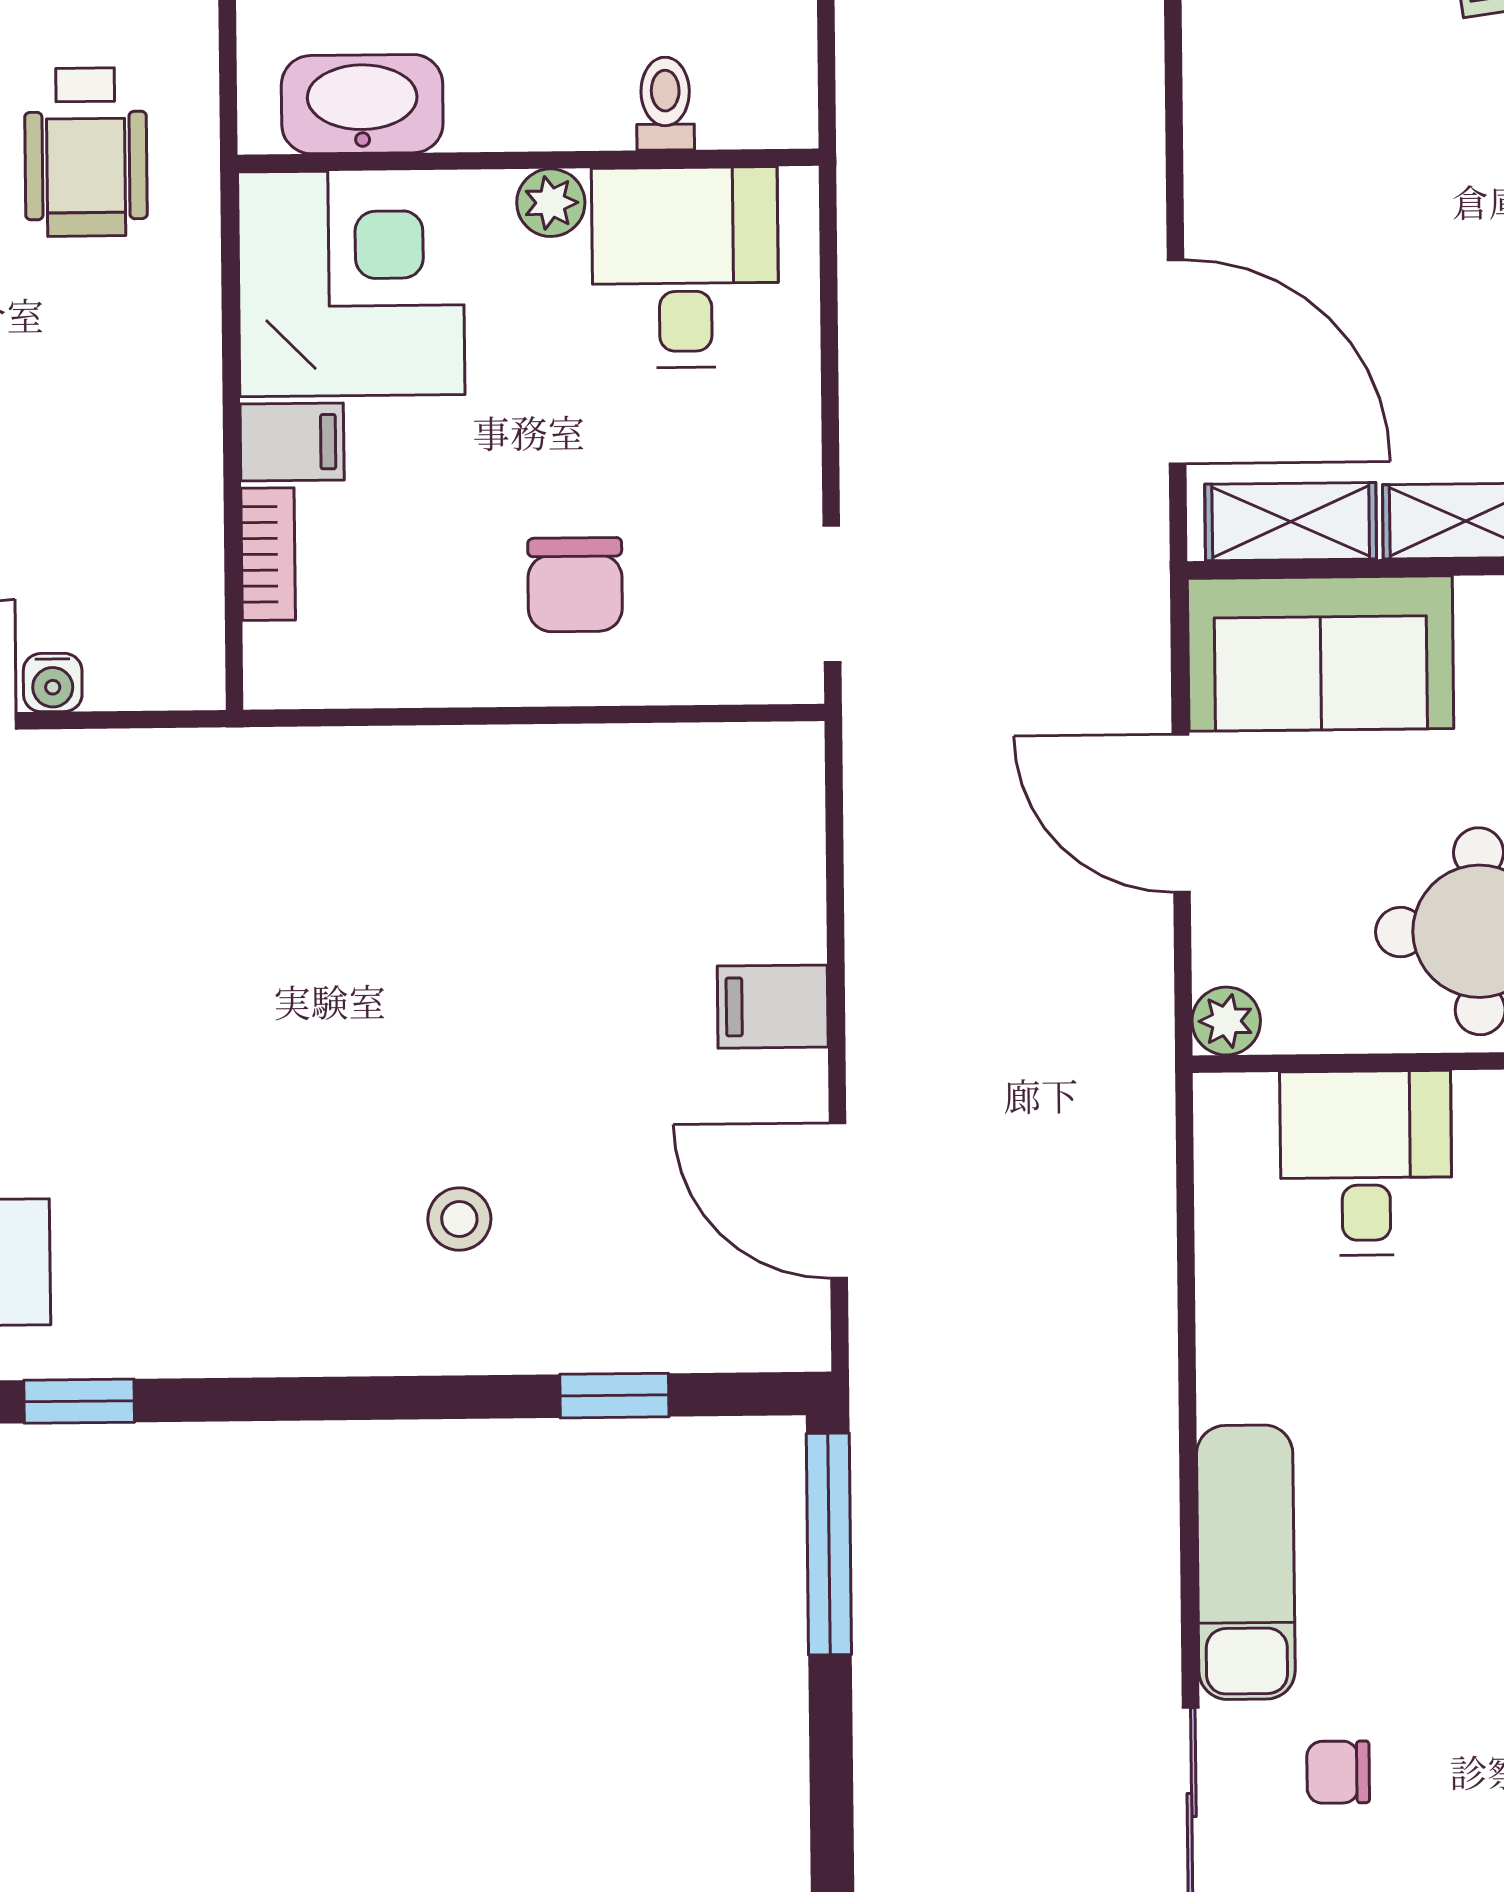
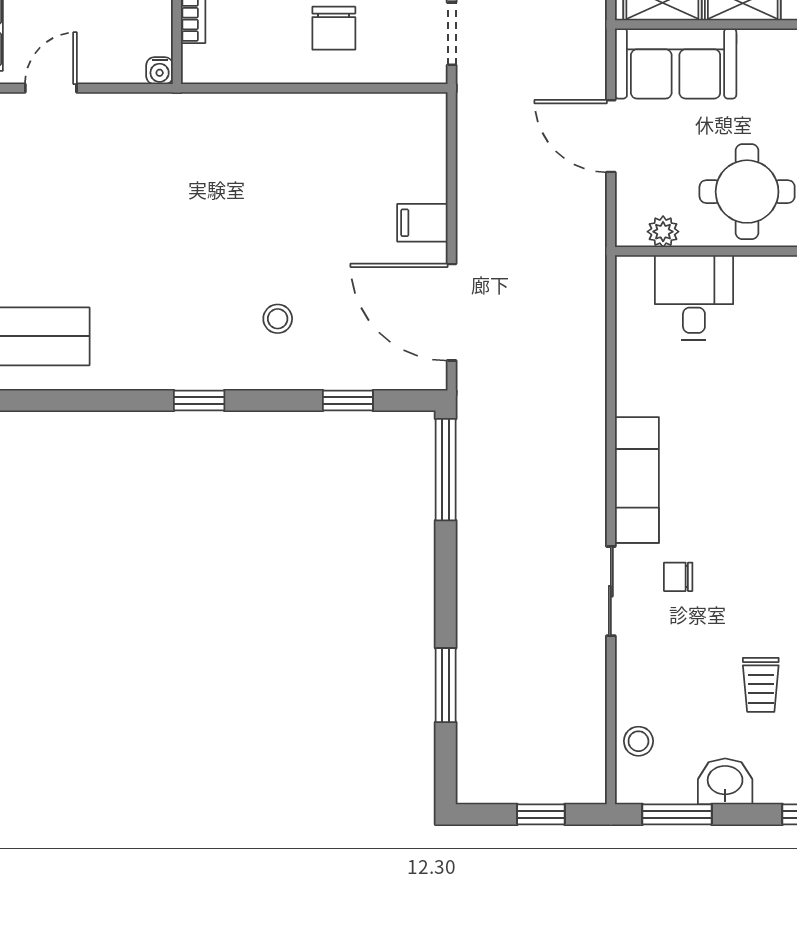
water cooler: (53, 683) -> (160, 71), moved
plant: (1226, 1021) -> (663, 232), moved
door: (838, 1201) -> (452, 312), width x1.36
window: (79, 1401) -> (199, 400), moved

